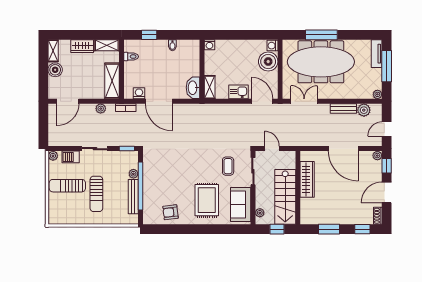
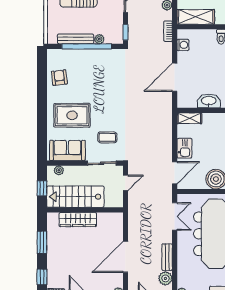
washbasin: (193, 88) -> (209, 101), moved
door: (159, 101) -> (175, 77), moved
wardrobe: (307, 179) -> (78, 220), moved

